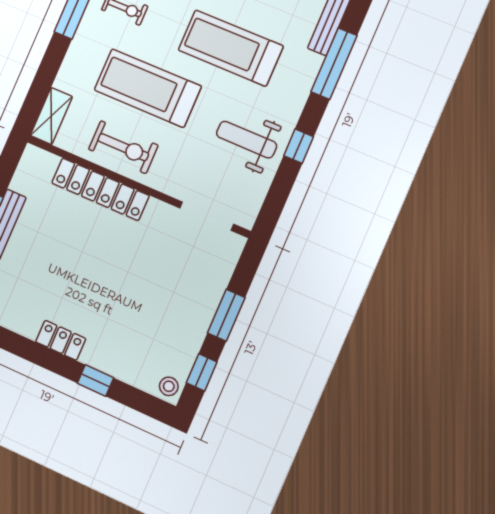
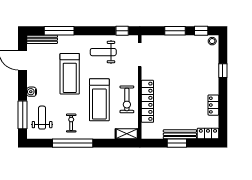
weight bench: (247, 140) -> (103, 52), turned 90
window: (299, 146) -> (122, 31), moved
exercise bike: (123, 147) -> (127, 99), turned 180
locker: (61, 340) -> (213, 105), moved

